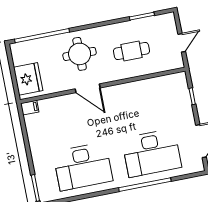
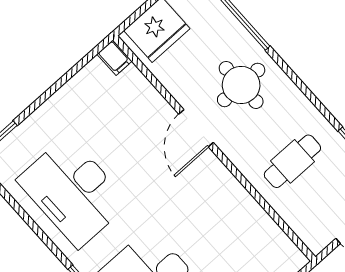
cafe table: (131, 51) -> (292, 161), turned 90

